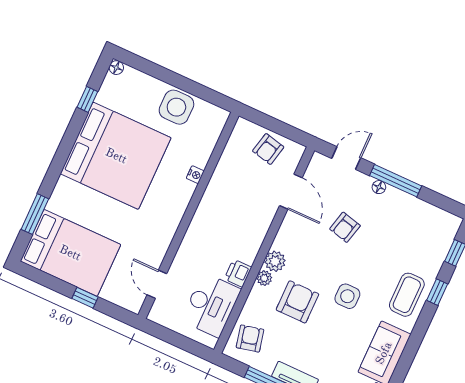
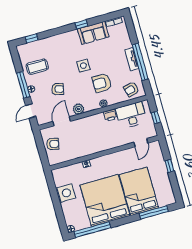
window: (87, 99) -> (92, 230), width x3.17
door: (346, 158) -> (31, 111), hinge flipped
window: (35, 214) -> (154, 212), width x1.44
bed: (70, 253) -> (139, 191), moved
plant: (275, 261) -> (78, 109), moved
window: (437, 292) -> (81, 24), moved
coffee table: (407, 295) -> (37, 67), moved
window: (176, 339) -> (156, 118), added

